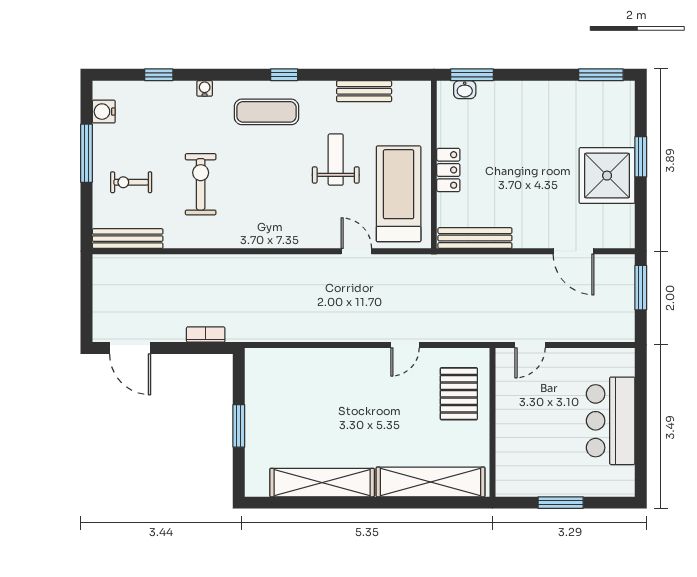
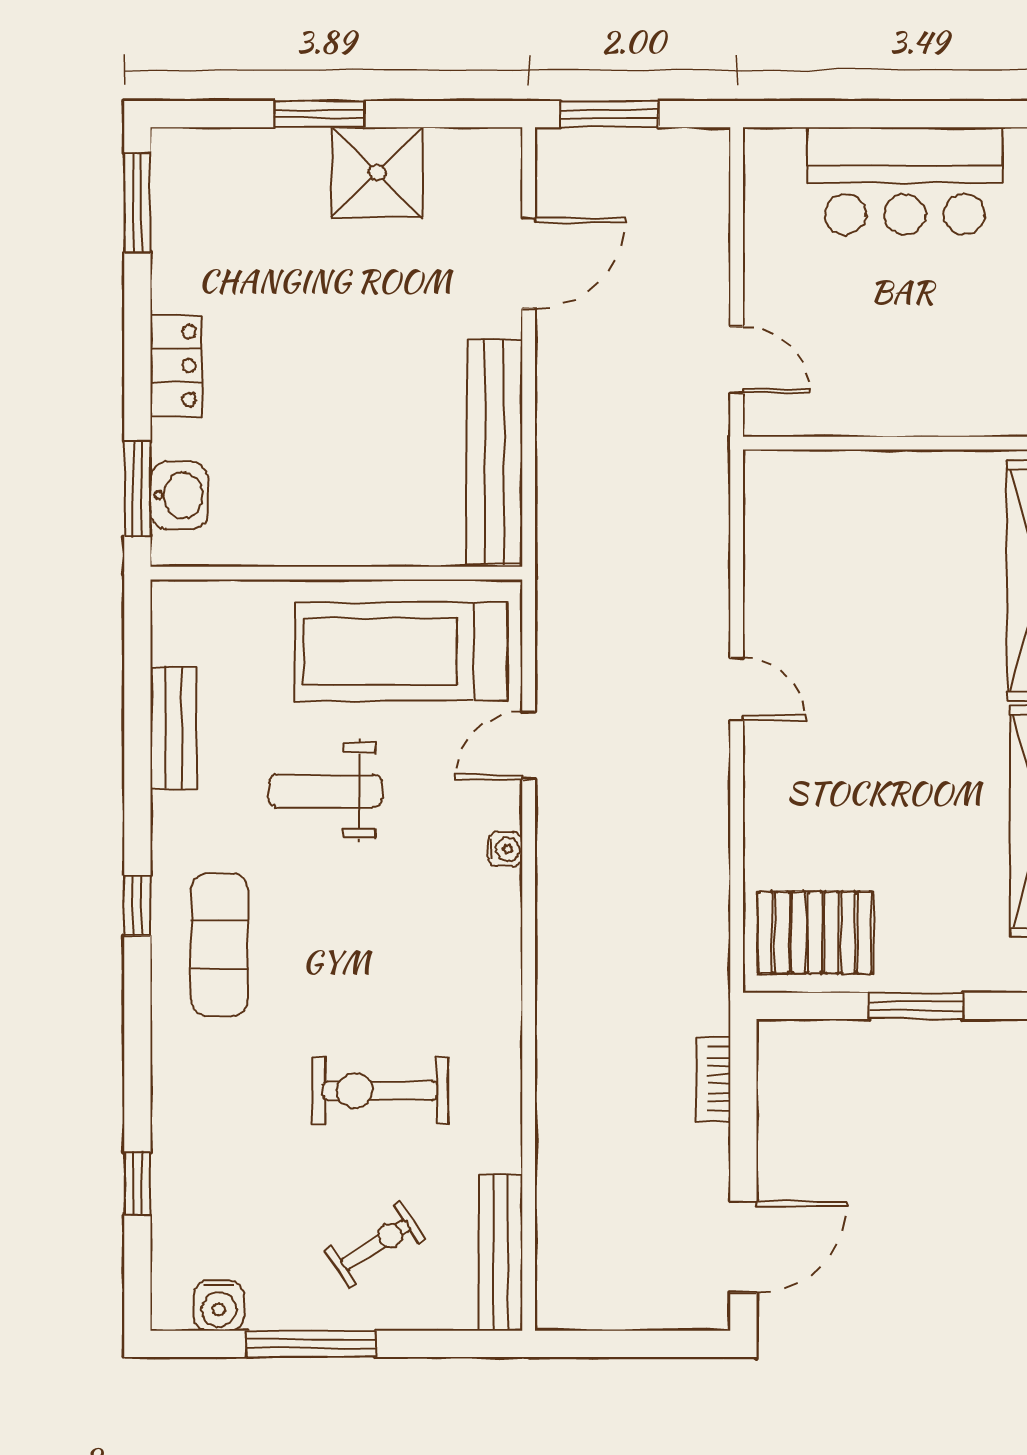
water cooler: (205, 88) -> (505, 849), moved, turned 180
washbasin: (465, 90) -> (179, 495), width x1.38, depth x1.45
locker: (448, 170) -> (176, 366), moved, turned 90
shower: (607, 176) -> (377, 172), width x0.73, depth x0.73
exercise bike: (131, 182) -> (376, 1245), turned -123
bench: (475, 238) -> (495, 452), width x1.37, depth x1.21
door: (405, 345) -> (737, 689), moved
pallet: (459, 394) -> (815, 933), moved

